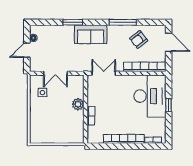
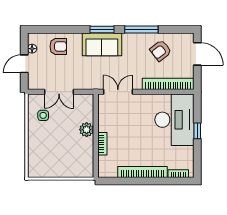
window: (73, 22) -> (102, 30), moved
armchair: (55, 36) -> (58, 46), added

